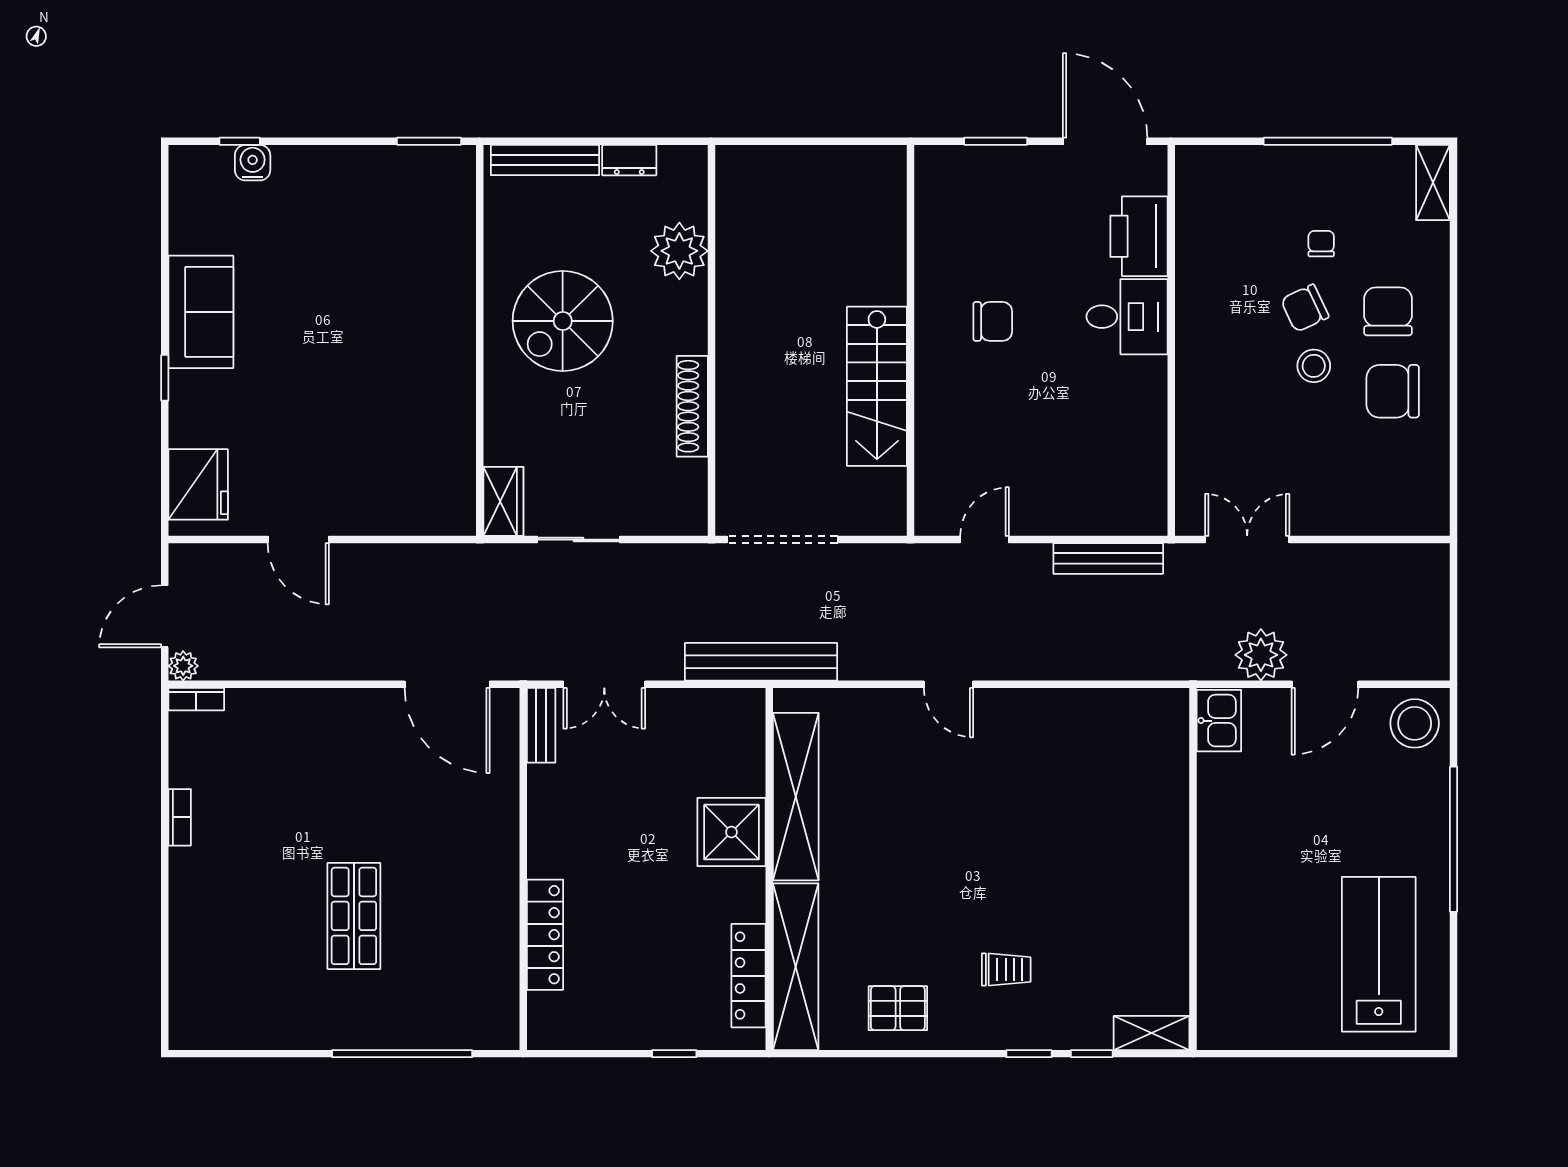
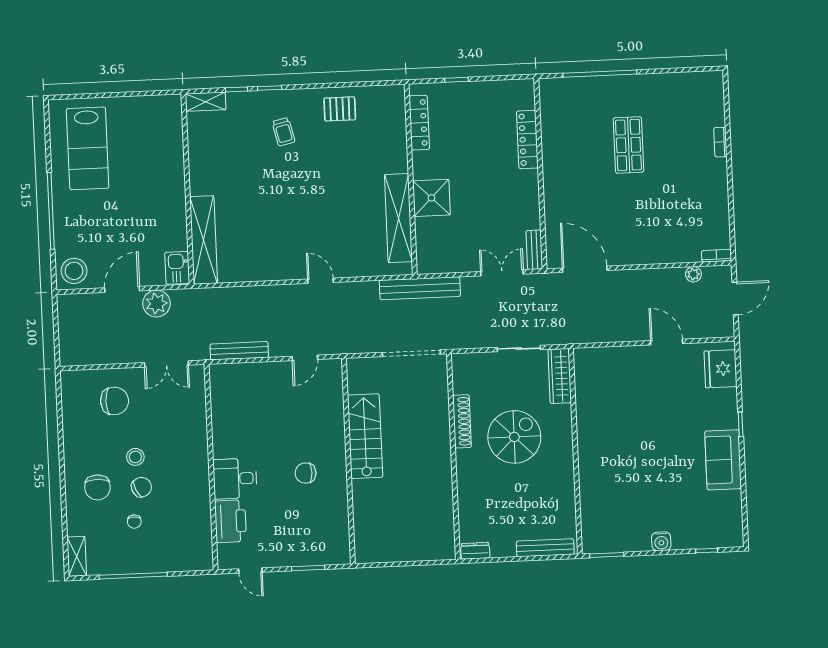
door: (1105, 141) -> (250, 571), width x0.53
dresser: (629, 160) -> (475, 551), moved
water cooler: (253, 163) -> (661, 541), moved
plant: (679, 251) -> (472, 503), removed
spiral stairs: (563, 321) -> (514, 437), moved
chair: (1393, 391) -> (114, 401), moved
wardrobe: (503, 501) -> (560, 376), width x1.50
plant: (183, 666) -> (693, 274), moved
bookcase: (180, 817) -> (720, 142), moved
shelving: (796, 967) -> (204, 240), moved
trolley: (1006, 969) -> (284, 132), turned -103

